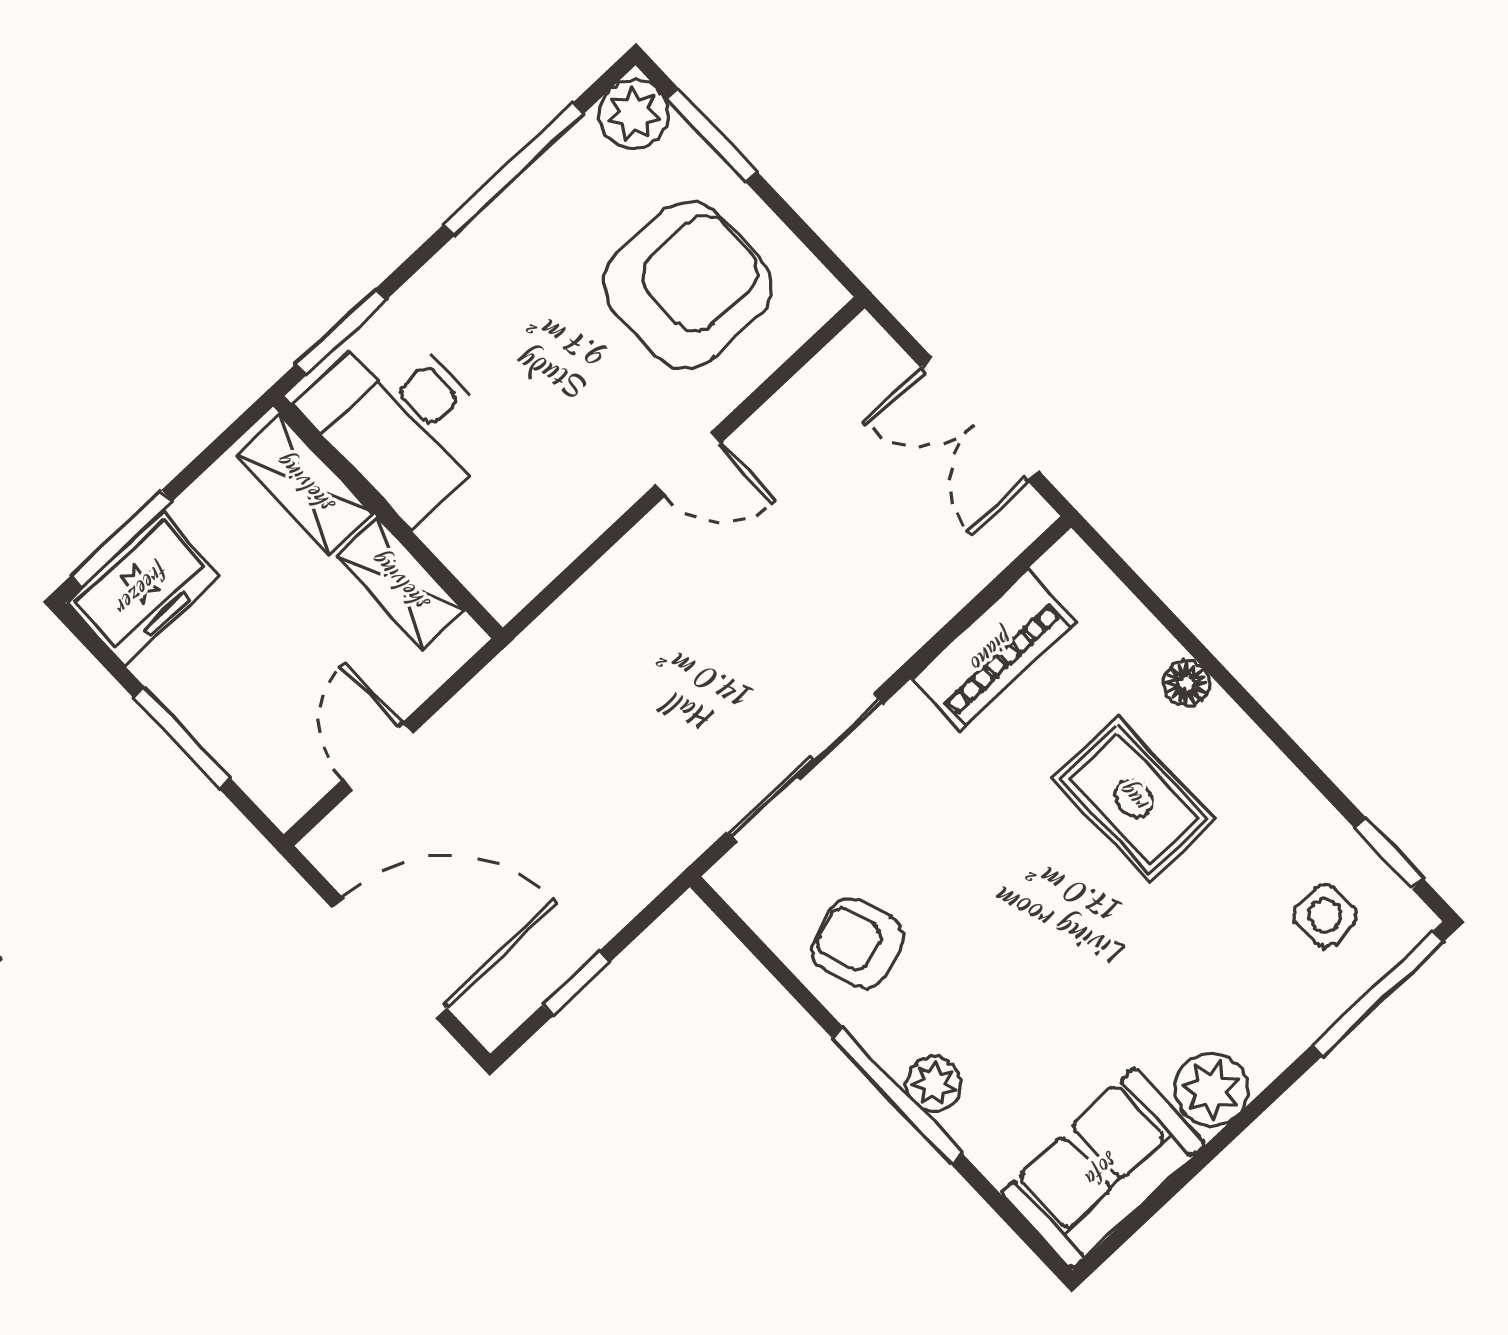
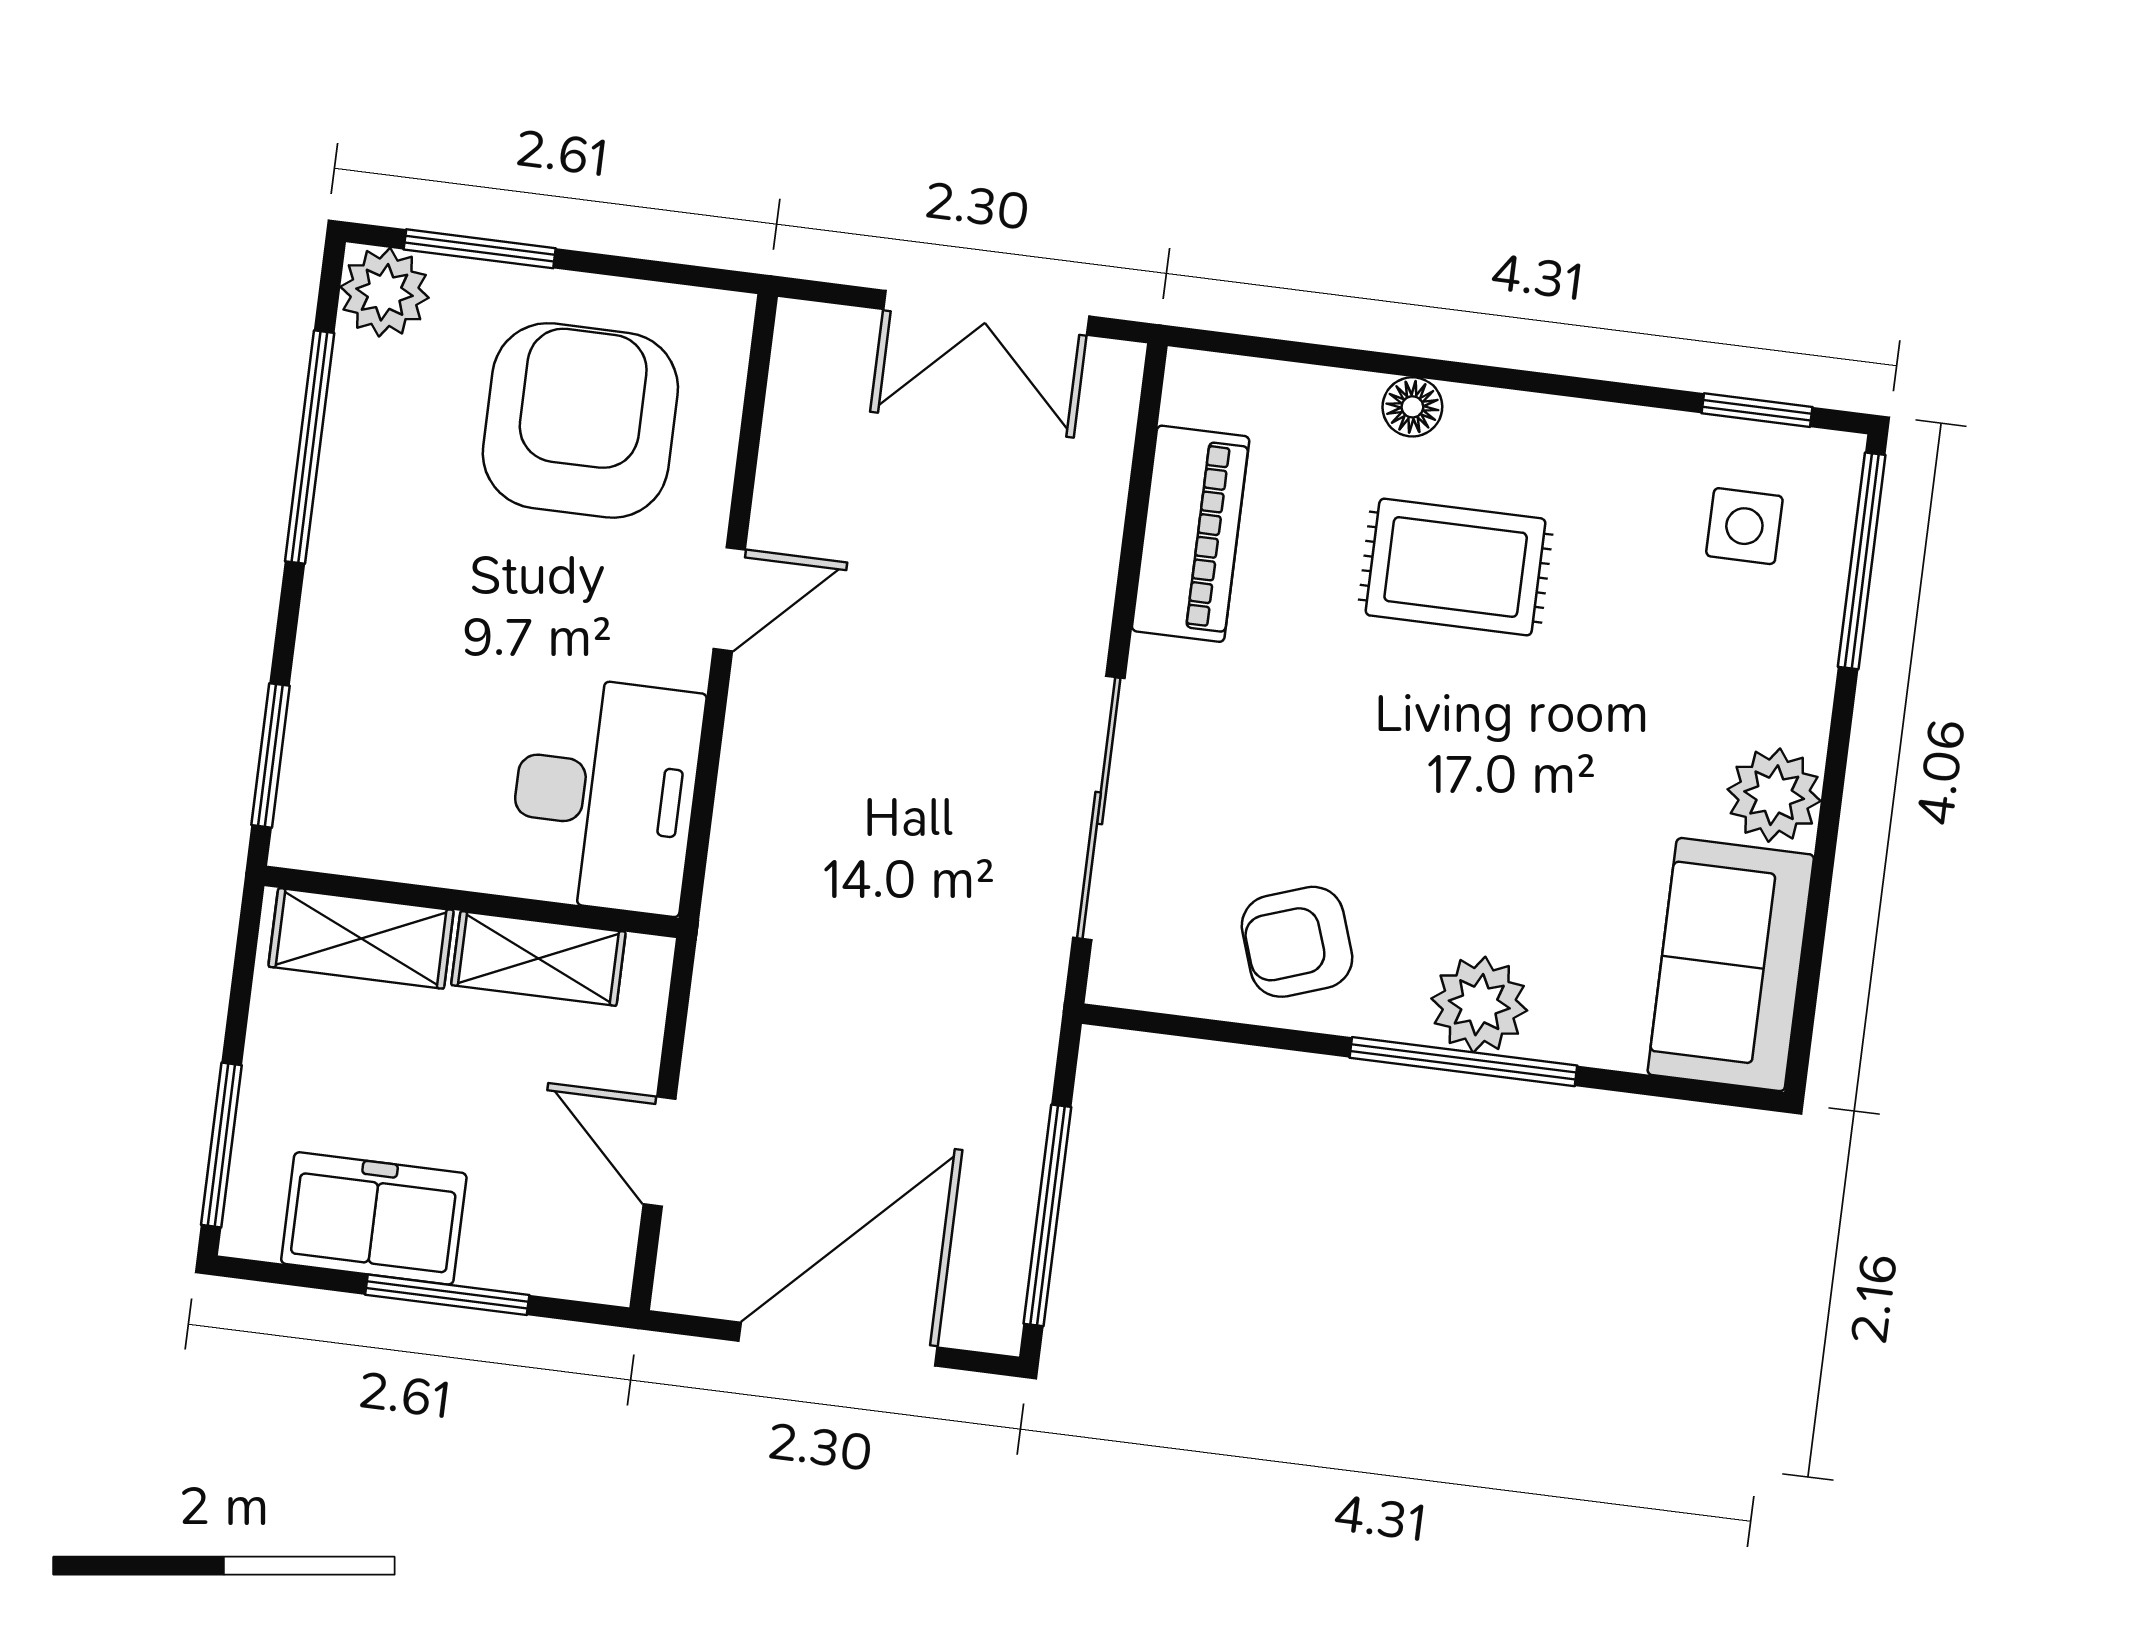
desk: (401, 421) -> (605, 795), moved, turned -90
freezer: (143, 588) -> (374, 1218), moved, turned -90
window: (576, 984) -> (1047, 1215), width x2.17
plant: (934, 1084) -> (1479, 1005), width x1.38, depth x1.38

